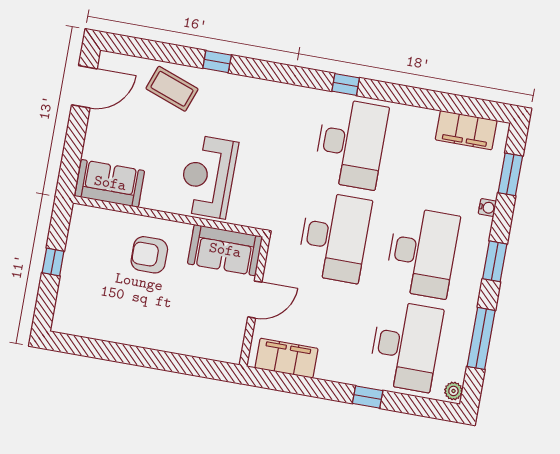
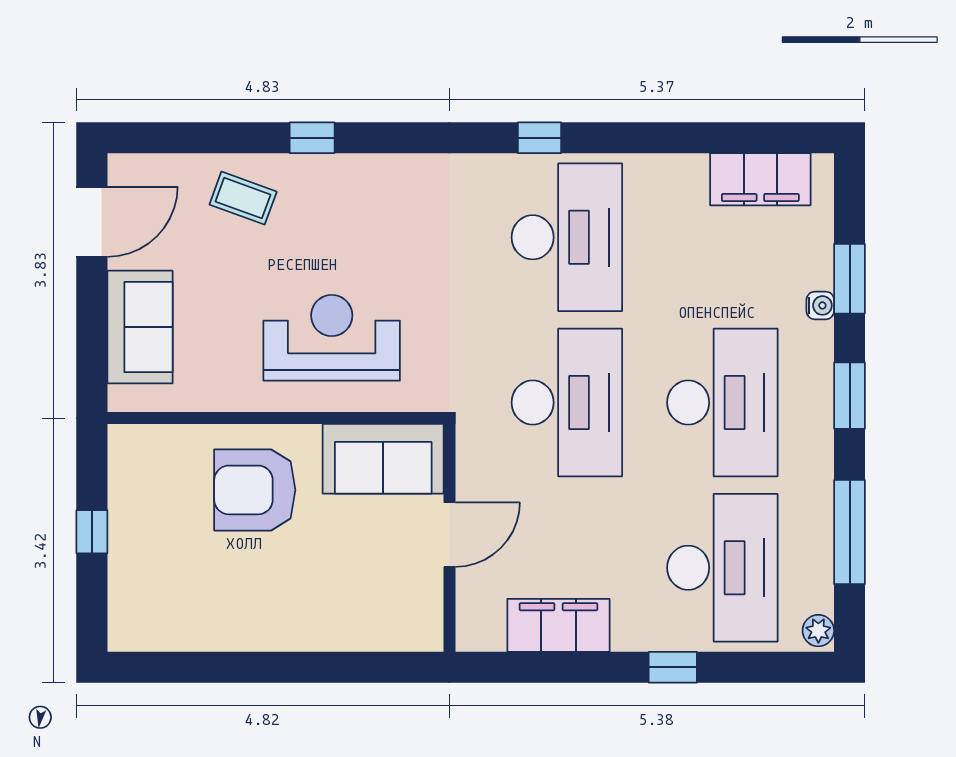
coffee table: (172, 89) -> (243, 198), width x0.73, depth x0.77
window: (510, 174) -> (850, 279), moved
reception desk: (208, 177) -> (332, 338), turned 90
sofa: (110, 183) -> (140, 327), moved, turned 90
armchair: (149, 255) -> (255, 490), width x1.36, depth x1.36
filing cabinet: (287, 358) -> (558, 625), moved

